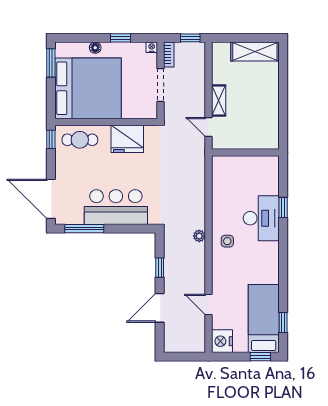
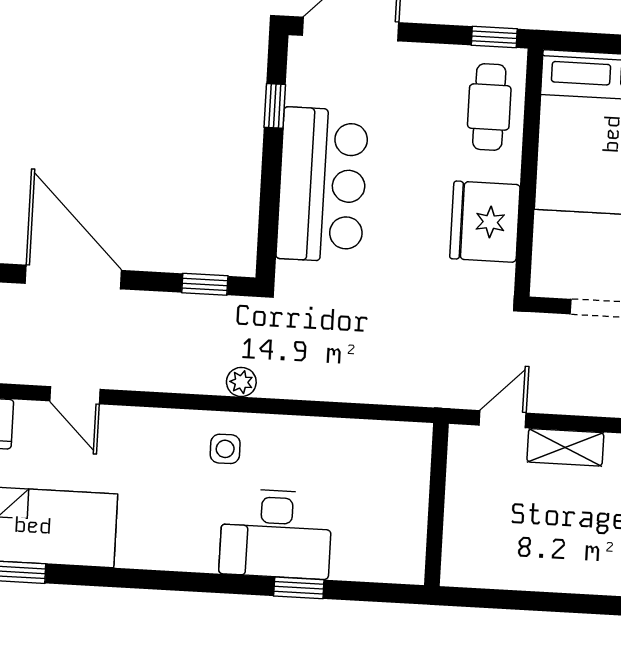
window: (84, 229) -> (275, 106), width x0.46
window: (160, 268) -> (205, 284), moved
door: (209, 304) -> (75, 395), swing flipped
door: (160, 308) -> (73, 277), width x1.36

